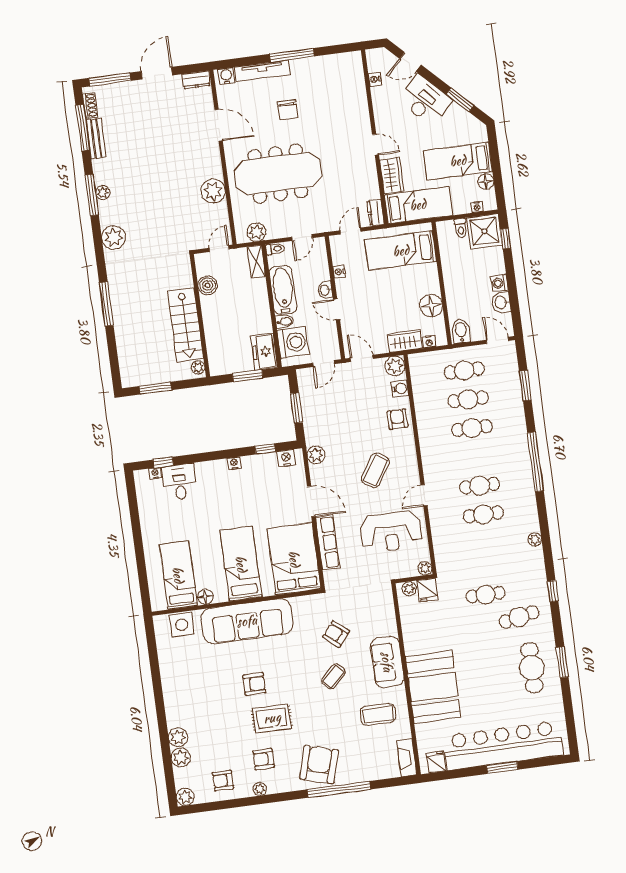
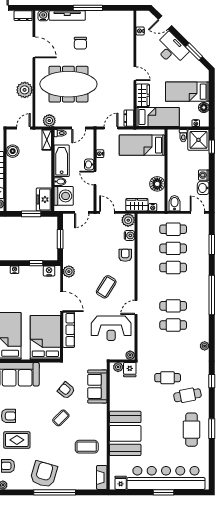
sofa: (387, 662) -> (97, 386), moved

